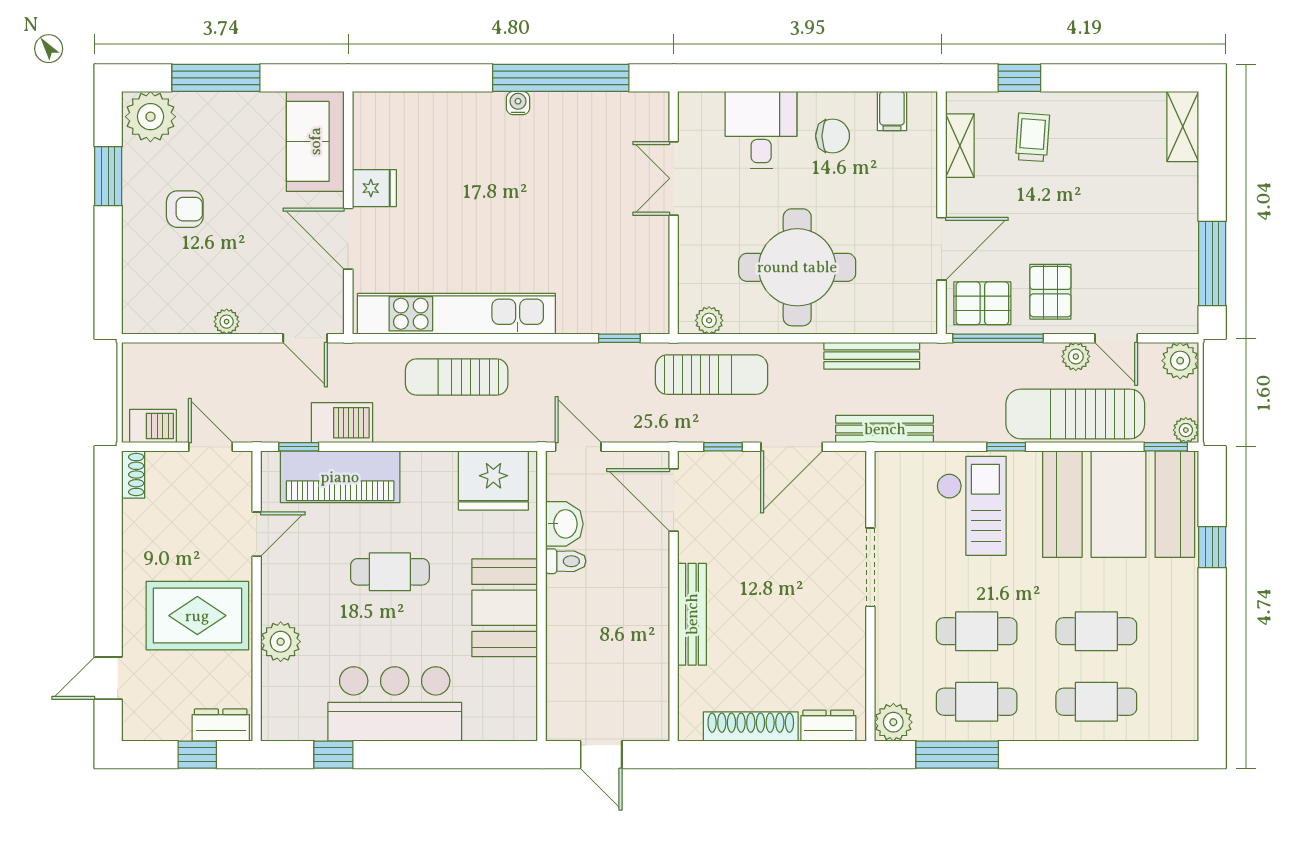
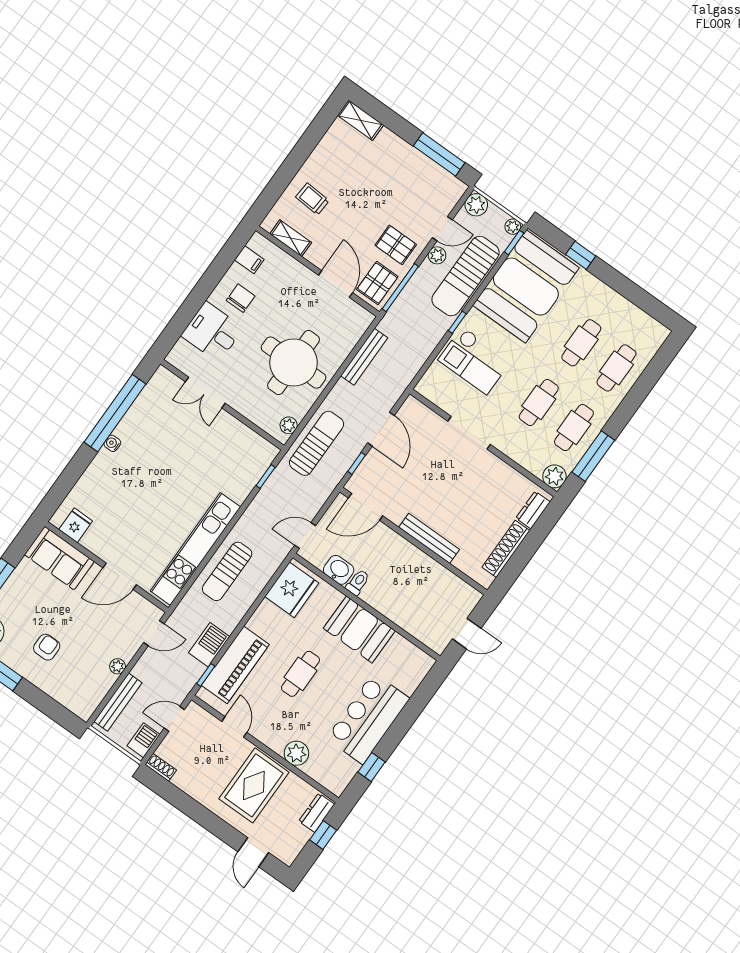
window: (1019, 78) -> (278, 184), removed
fridge: (374, 188) -> (76, 525), moved
bench: (885, 429) -> (118, 702), moved
checkout: (971, 506) -> (474, 360), turned 180

